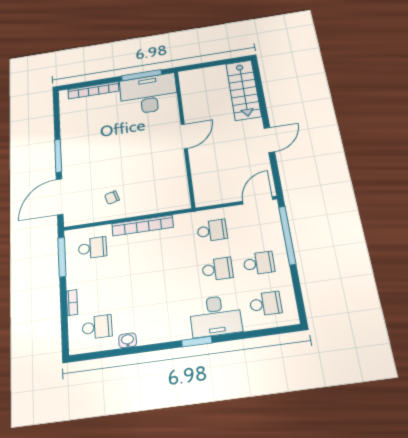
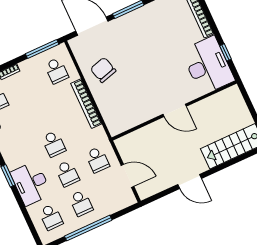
window: (142, 75) -> (226, 52), width x0.46
chair: (112, 198) -> (103, 70), width x1.87, depth x1.87
door: (258, 200) -> (127, 176), moved
window: (287, 235) -> (88, 228), moved
school desk: (176, 275) -> (54, 144), added

